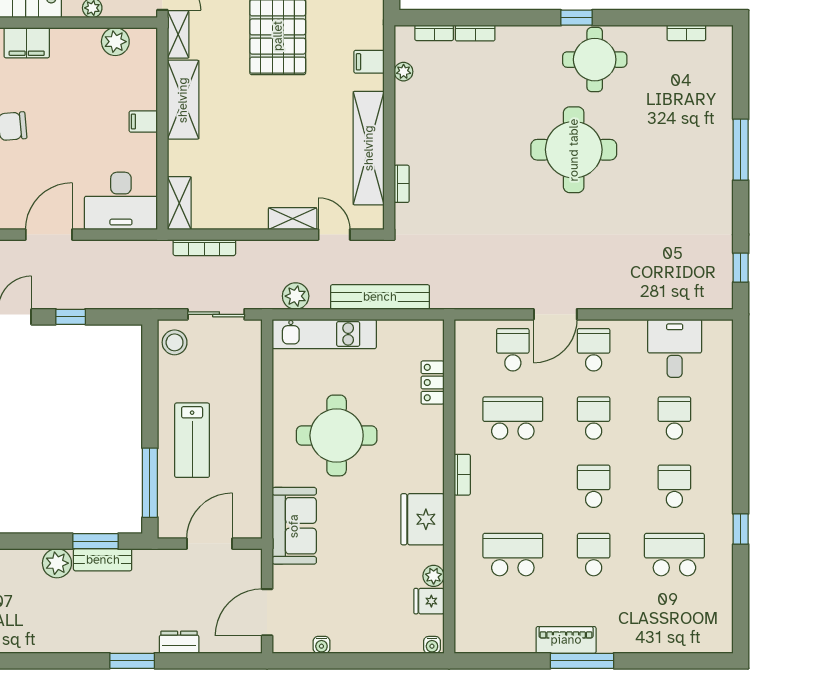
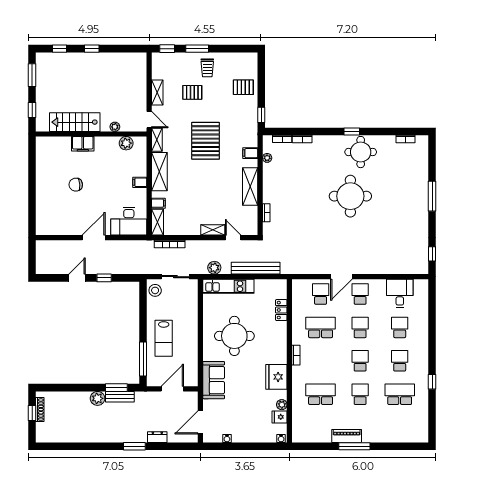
shelving: (369, 148) -> (250, 187), width x0.68
filing cabinet: (181, 164) -> (158, 203), added

